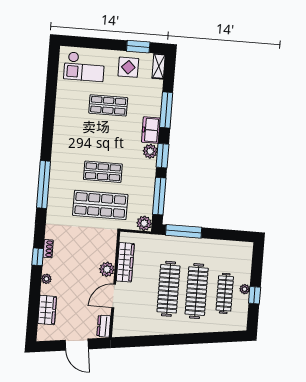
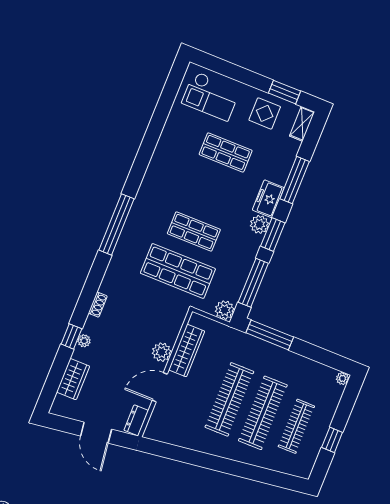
window: (38, 257) -> (71, 336), moved
plant: (245, 289) -> (343, 378), moved

